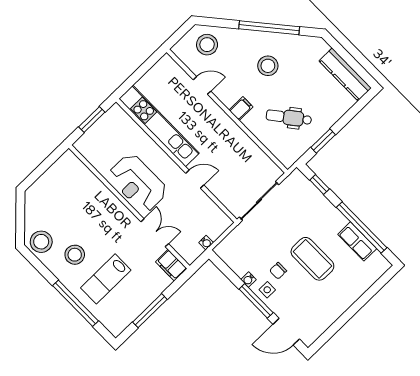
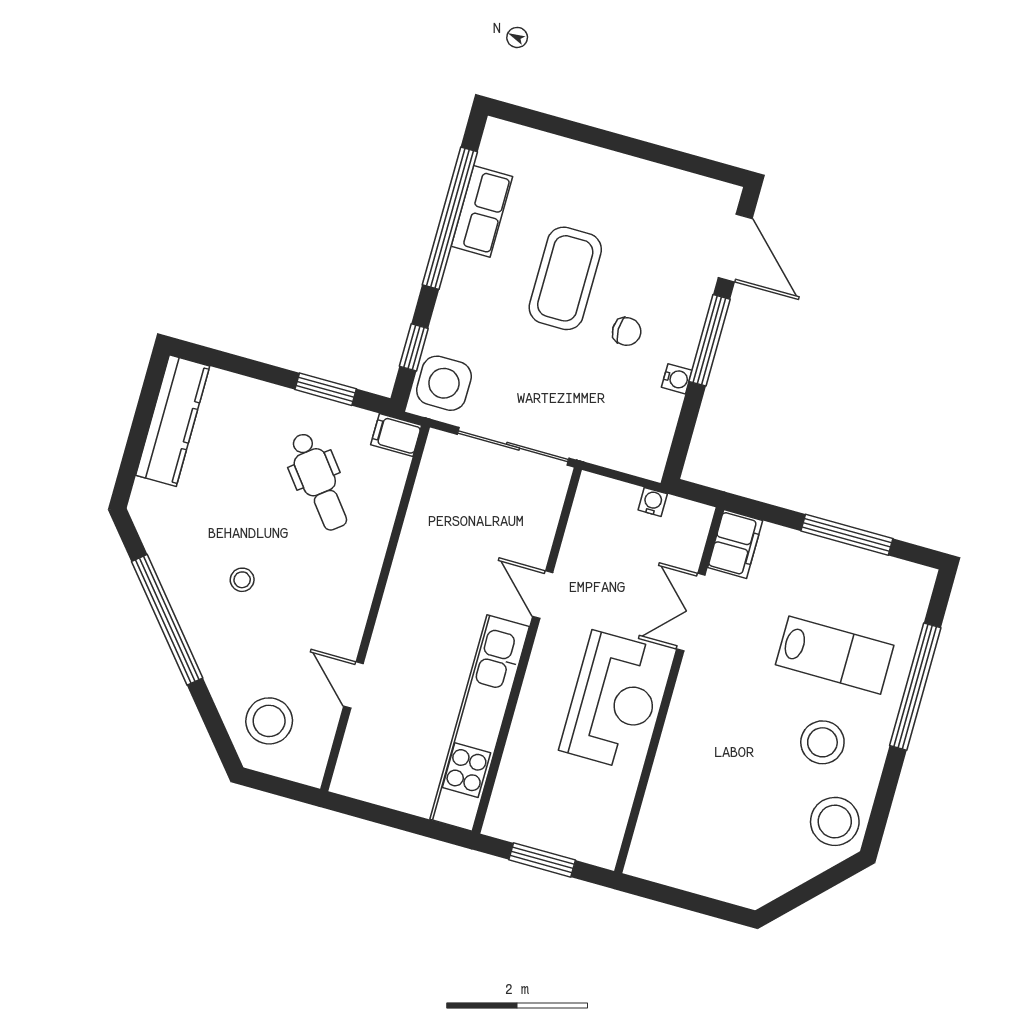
stool: (268, 66) -> (242, 580), width x0.53, depth x0.53
filing cabinet: (241, 109) -> (396, 435), moved
side table: (267, 290) -> (444, 383), moved, width x1.87, depth x1.87

